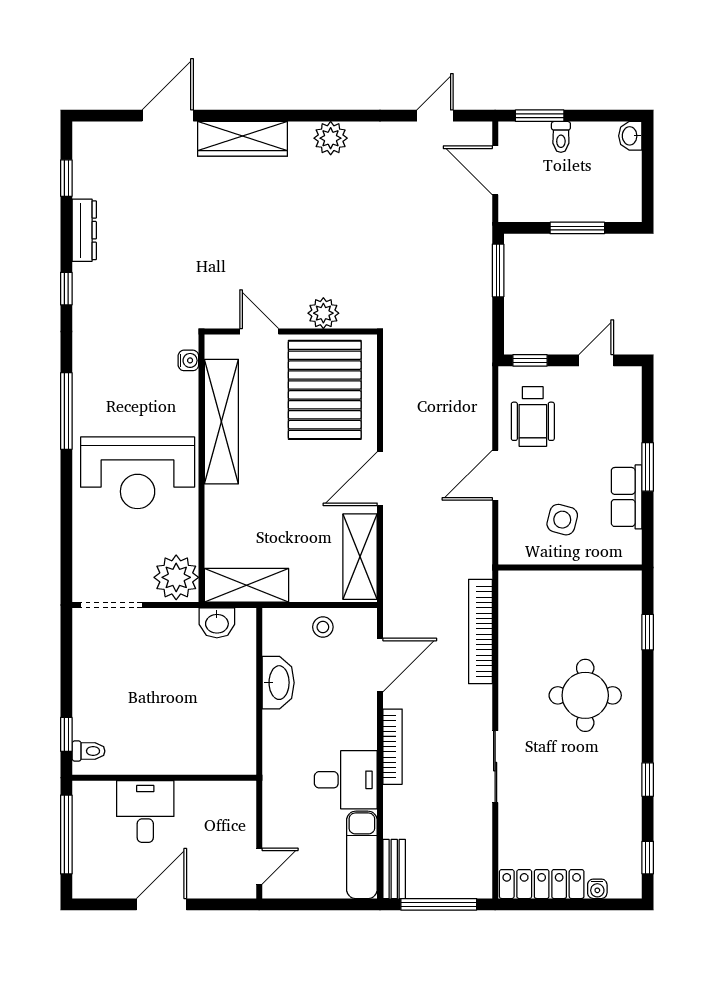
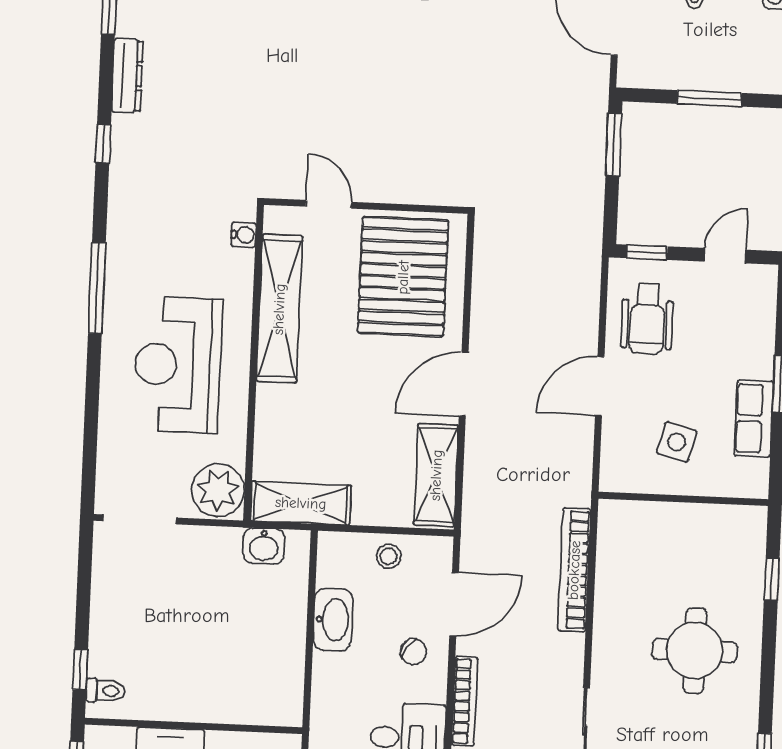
plant: (323, 313) -> (405, 186), removed
reception desk: (138, 473) -> (178, 365), turned 90
chair: (348, 707) -> (414, 652), added

